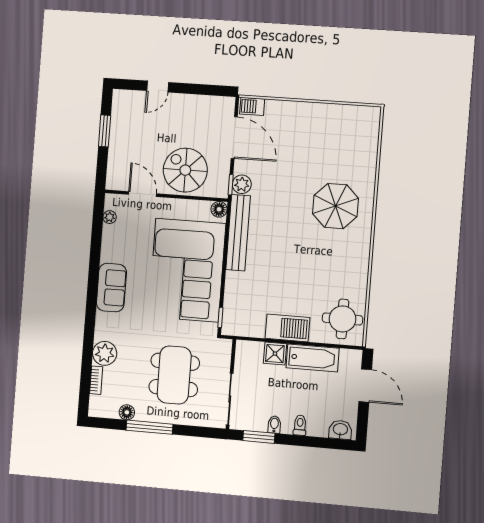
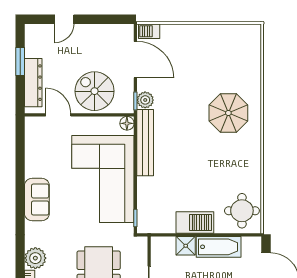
dresser: (117, 156) -> (33, 83), added
plant: (110, 217) -> (30, 137), removed

